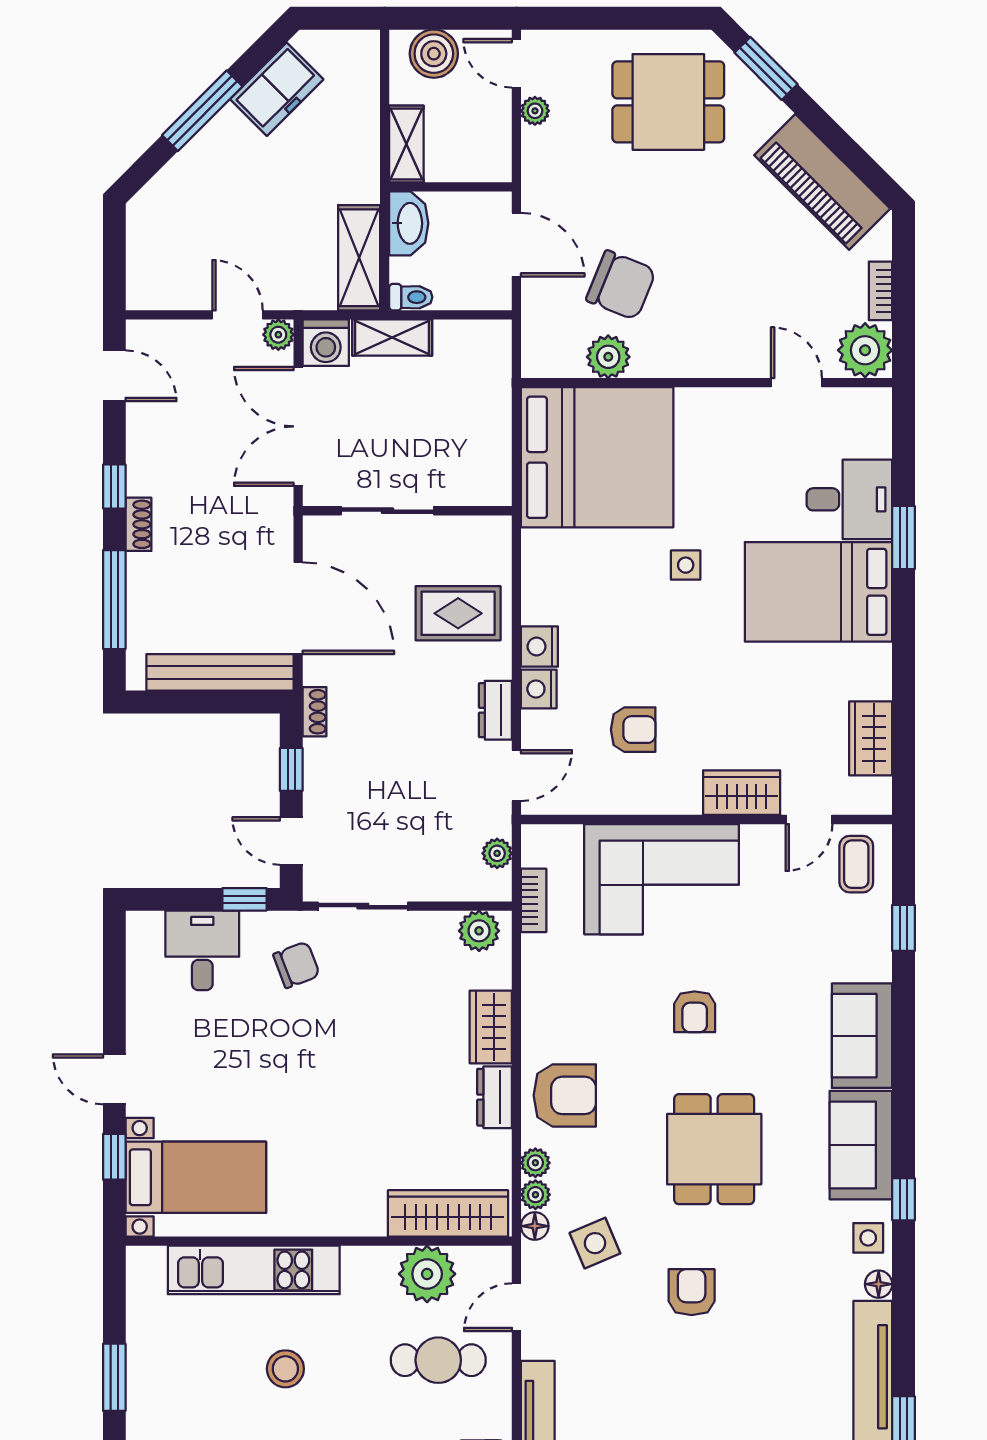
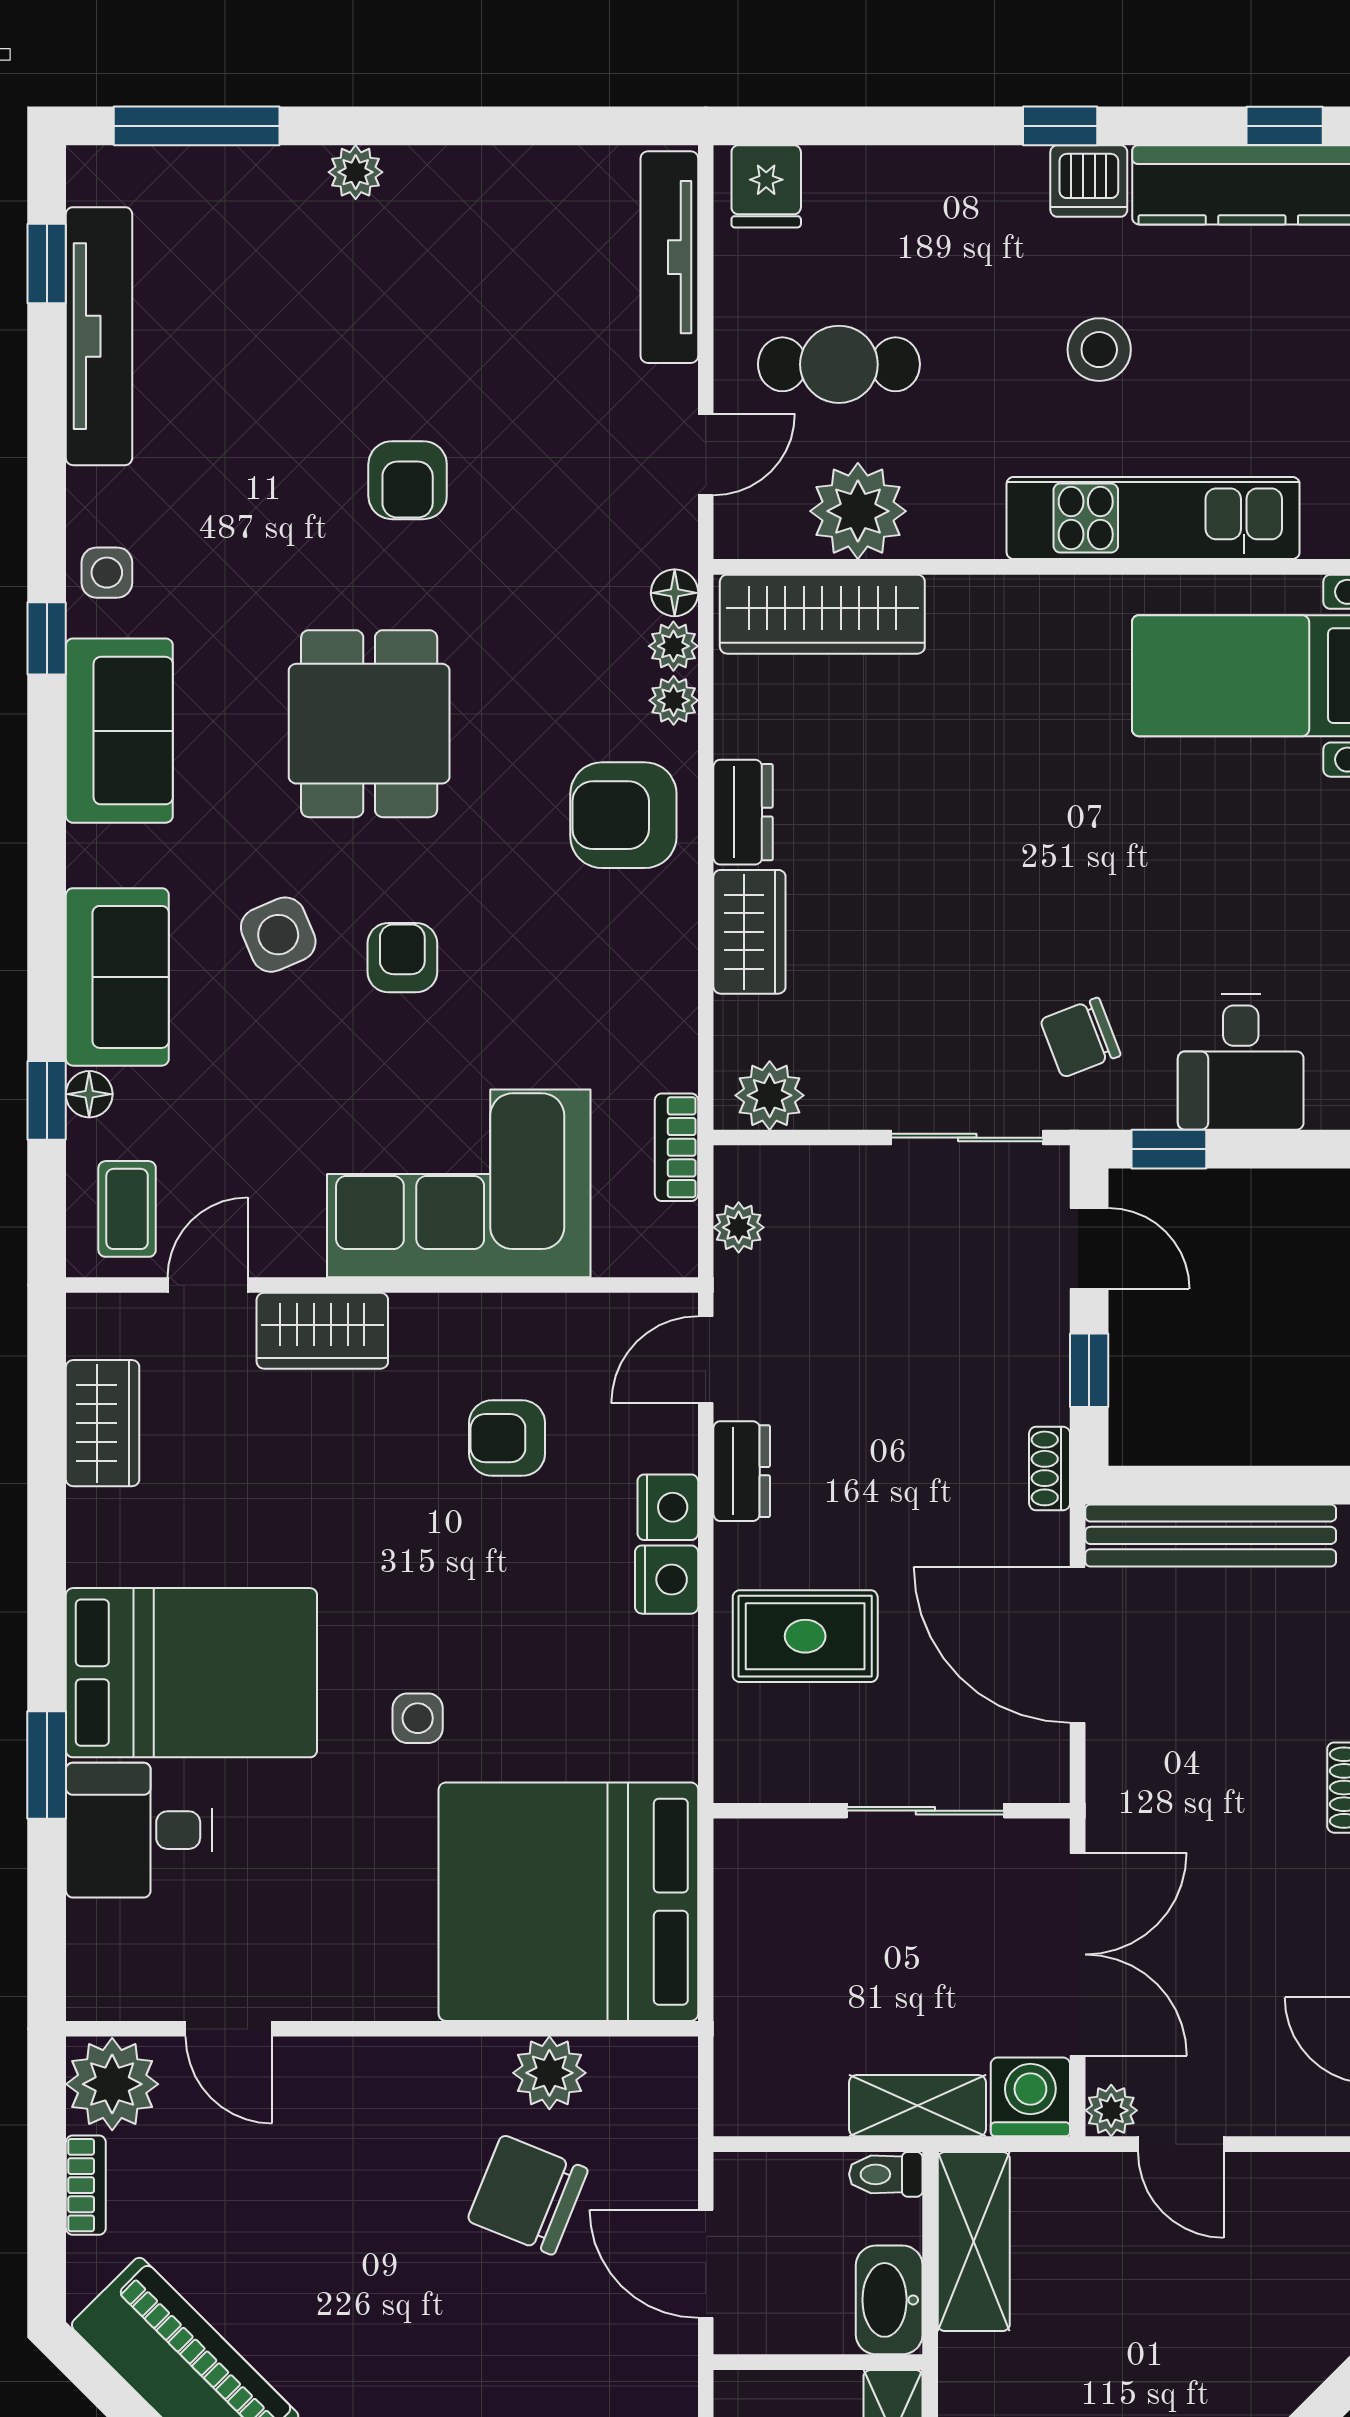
sofa: (862, 1036) -> (117, 977), moved
side table: (595, 1243) -> (278, 935), moved
floor lamp: (879, 1284) -> (89, 1094), moved

